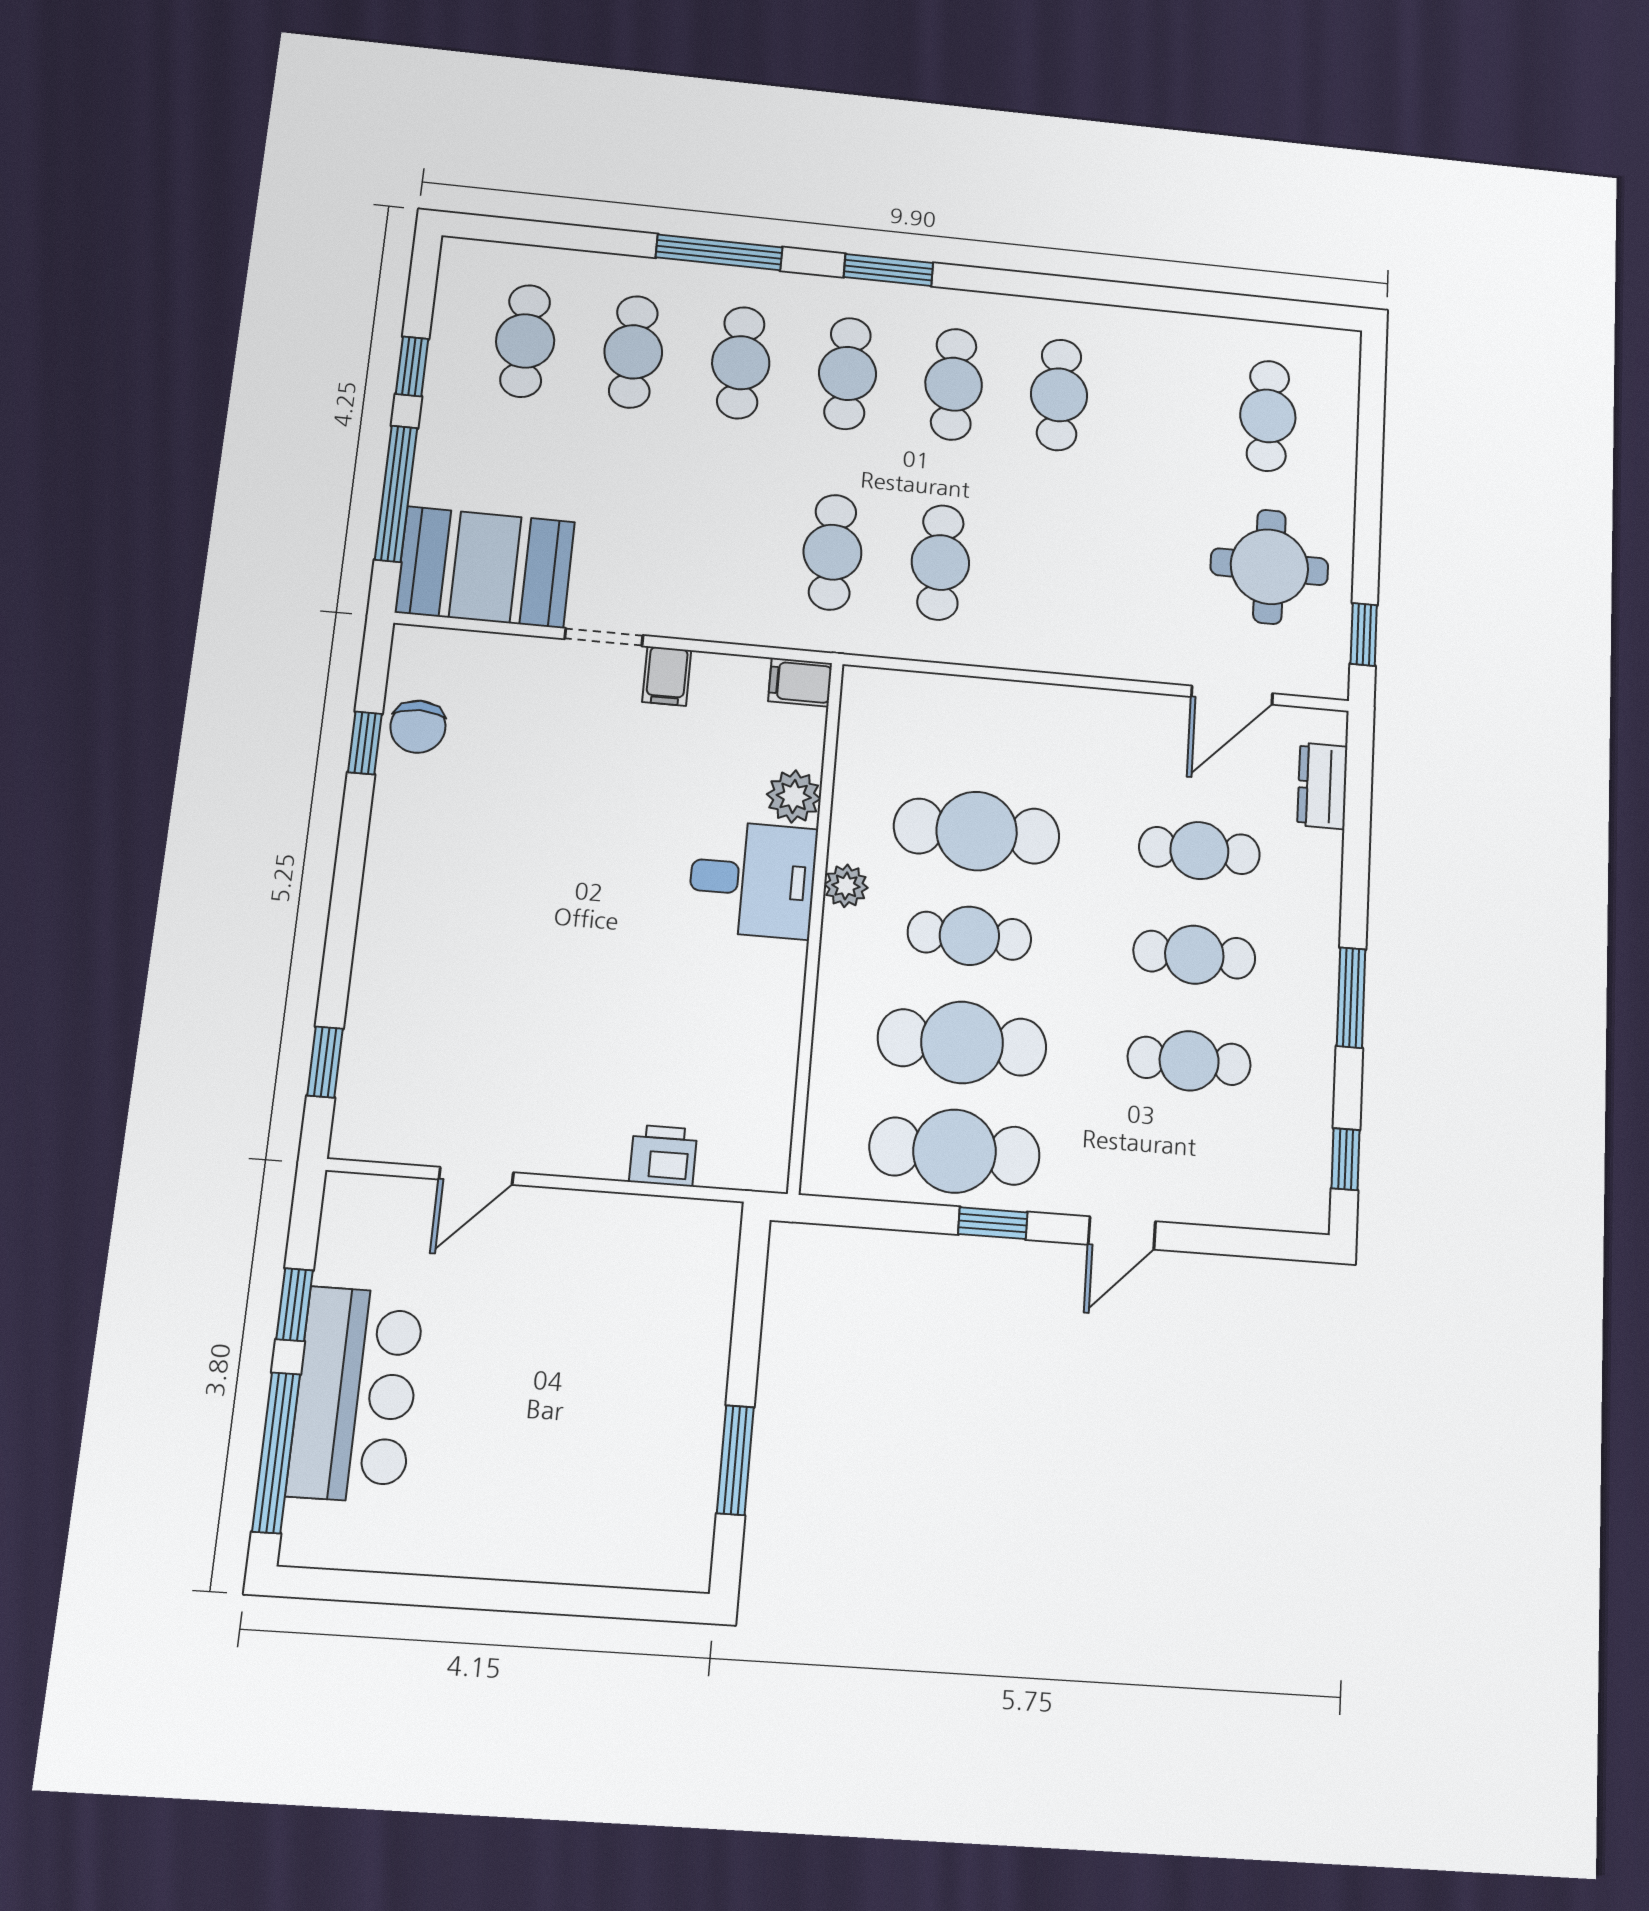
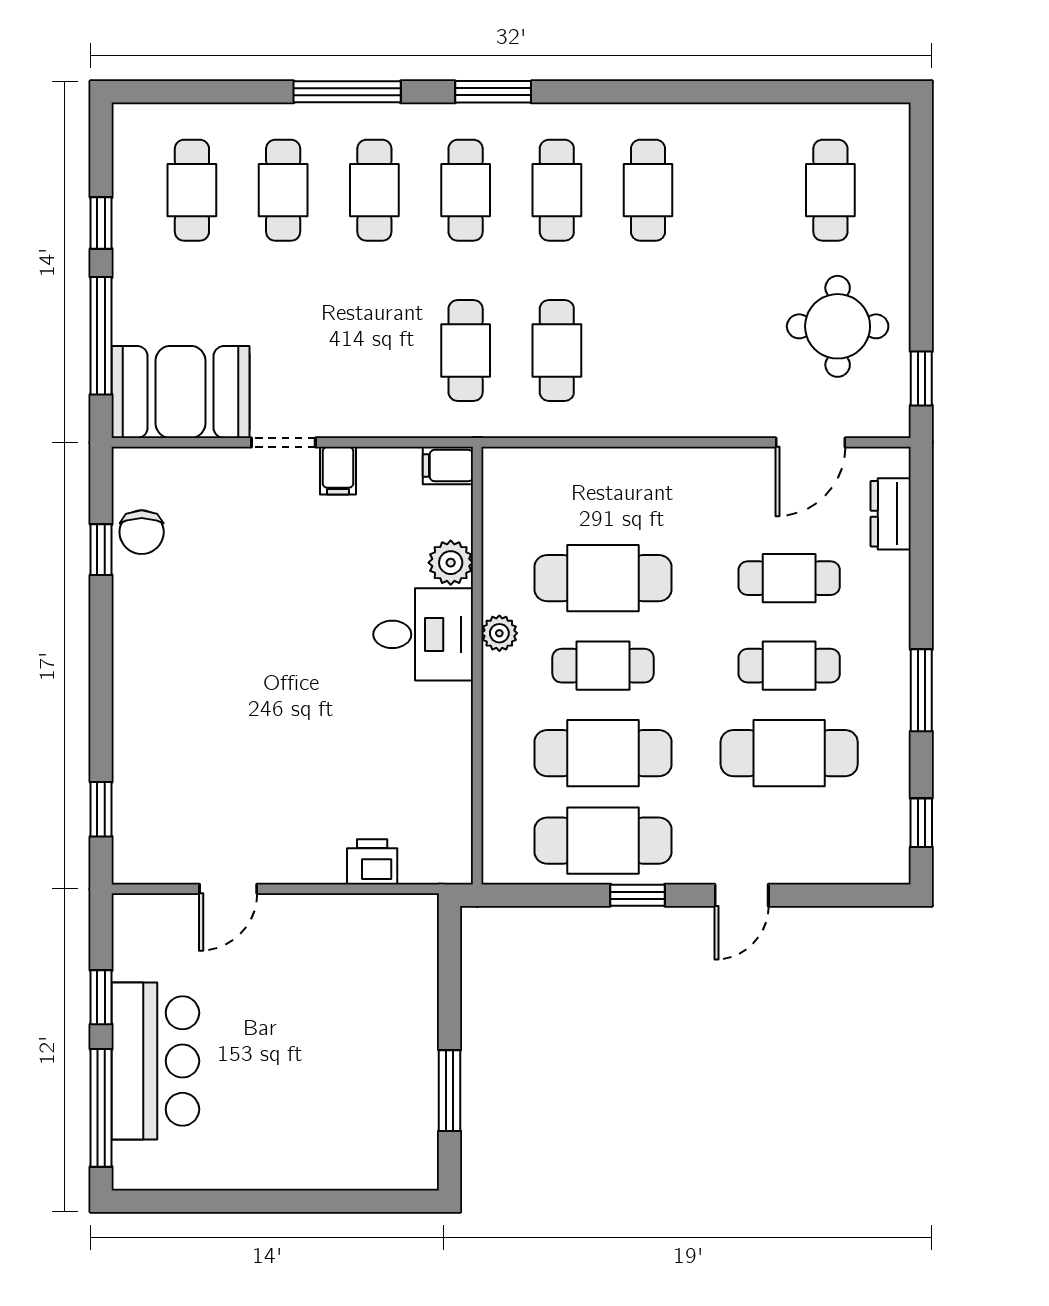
cafe table: (1189, 1061) -> (789, 753), width x1.37, depth x1.35

